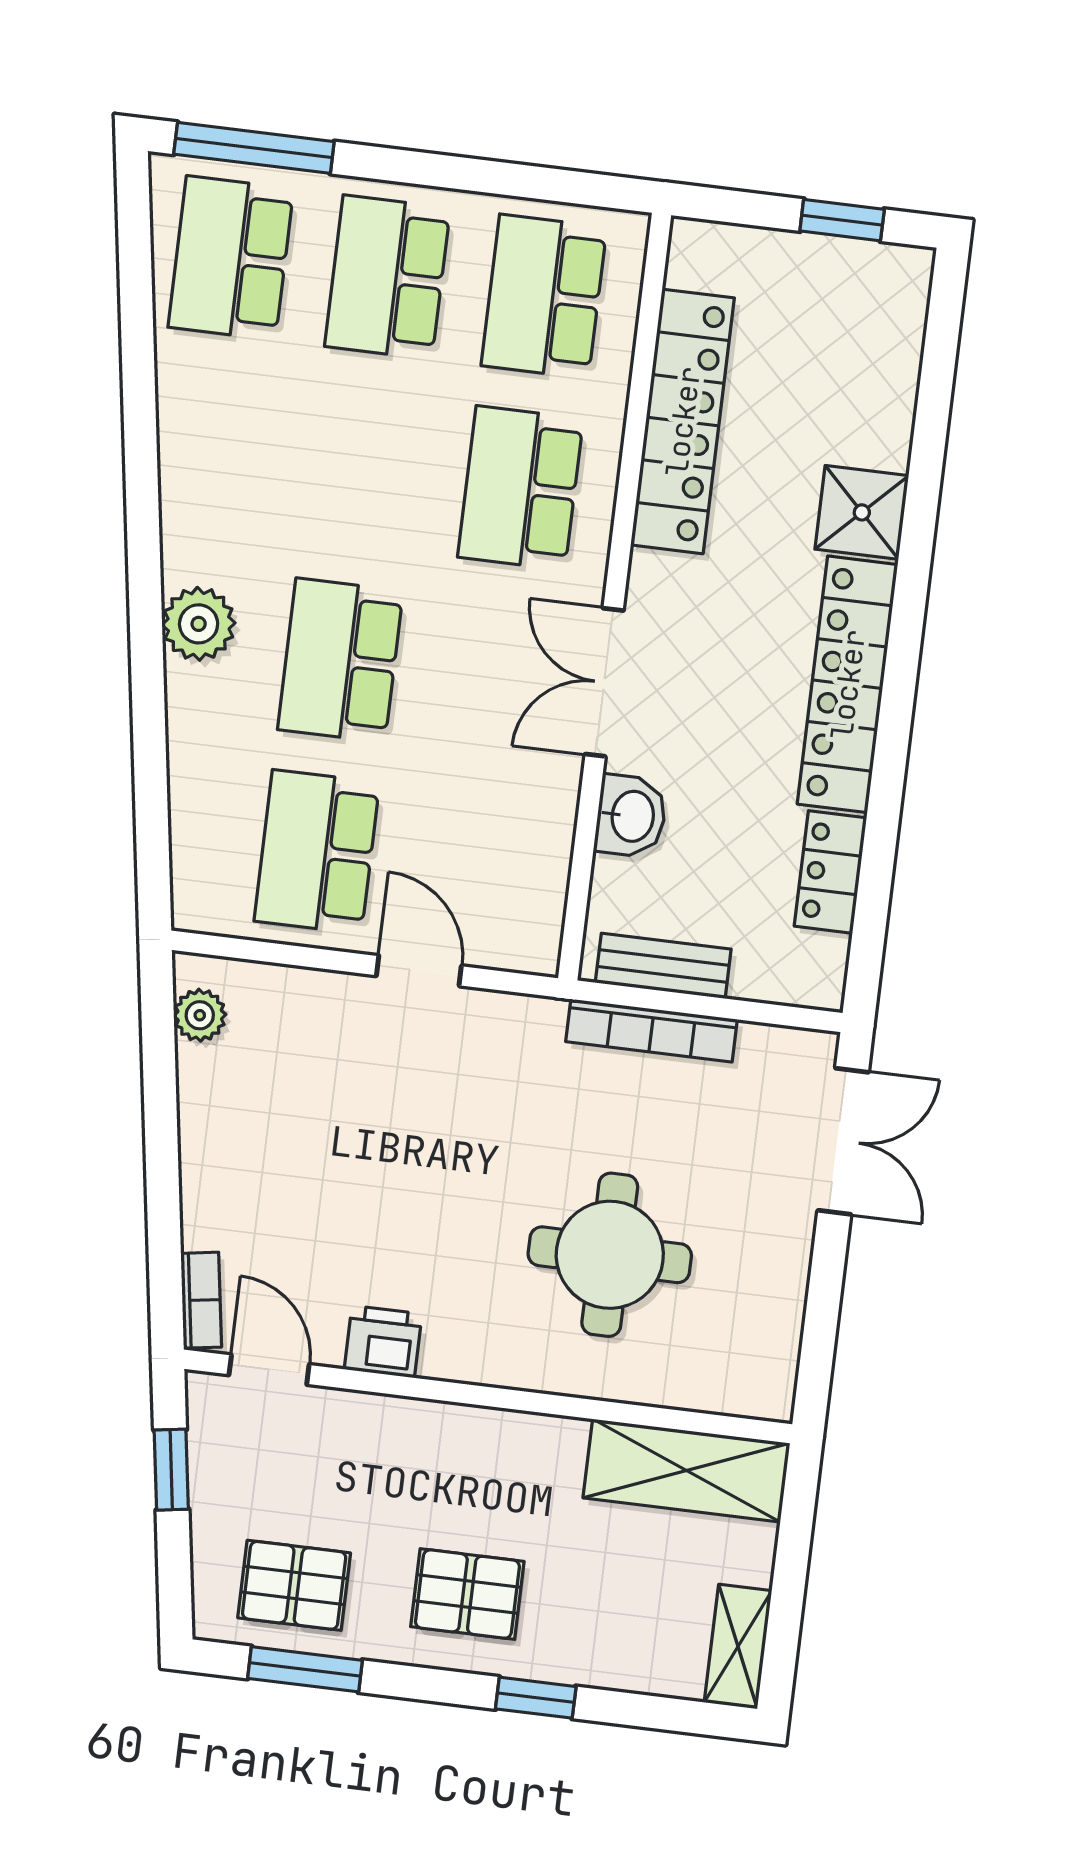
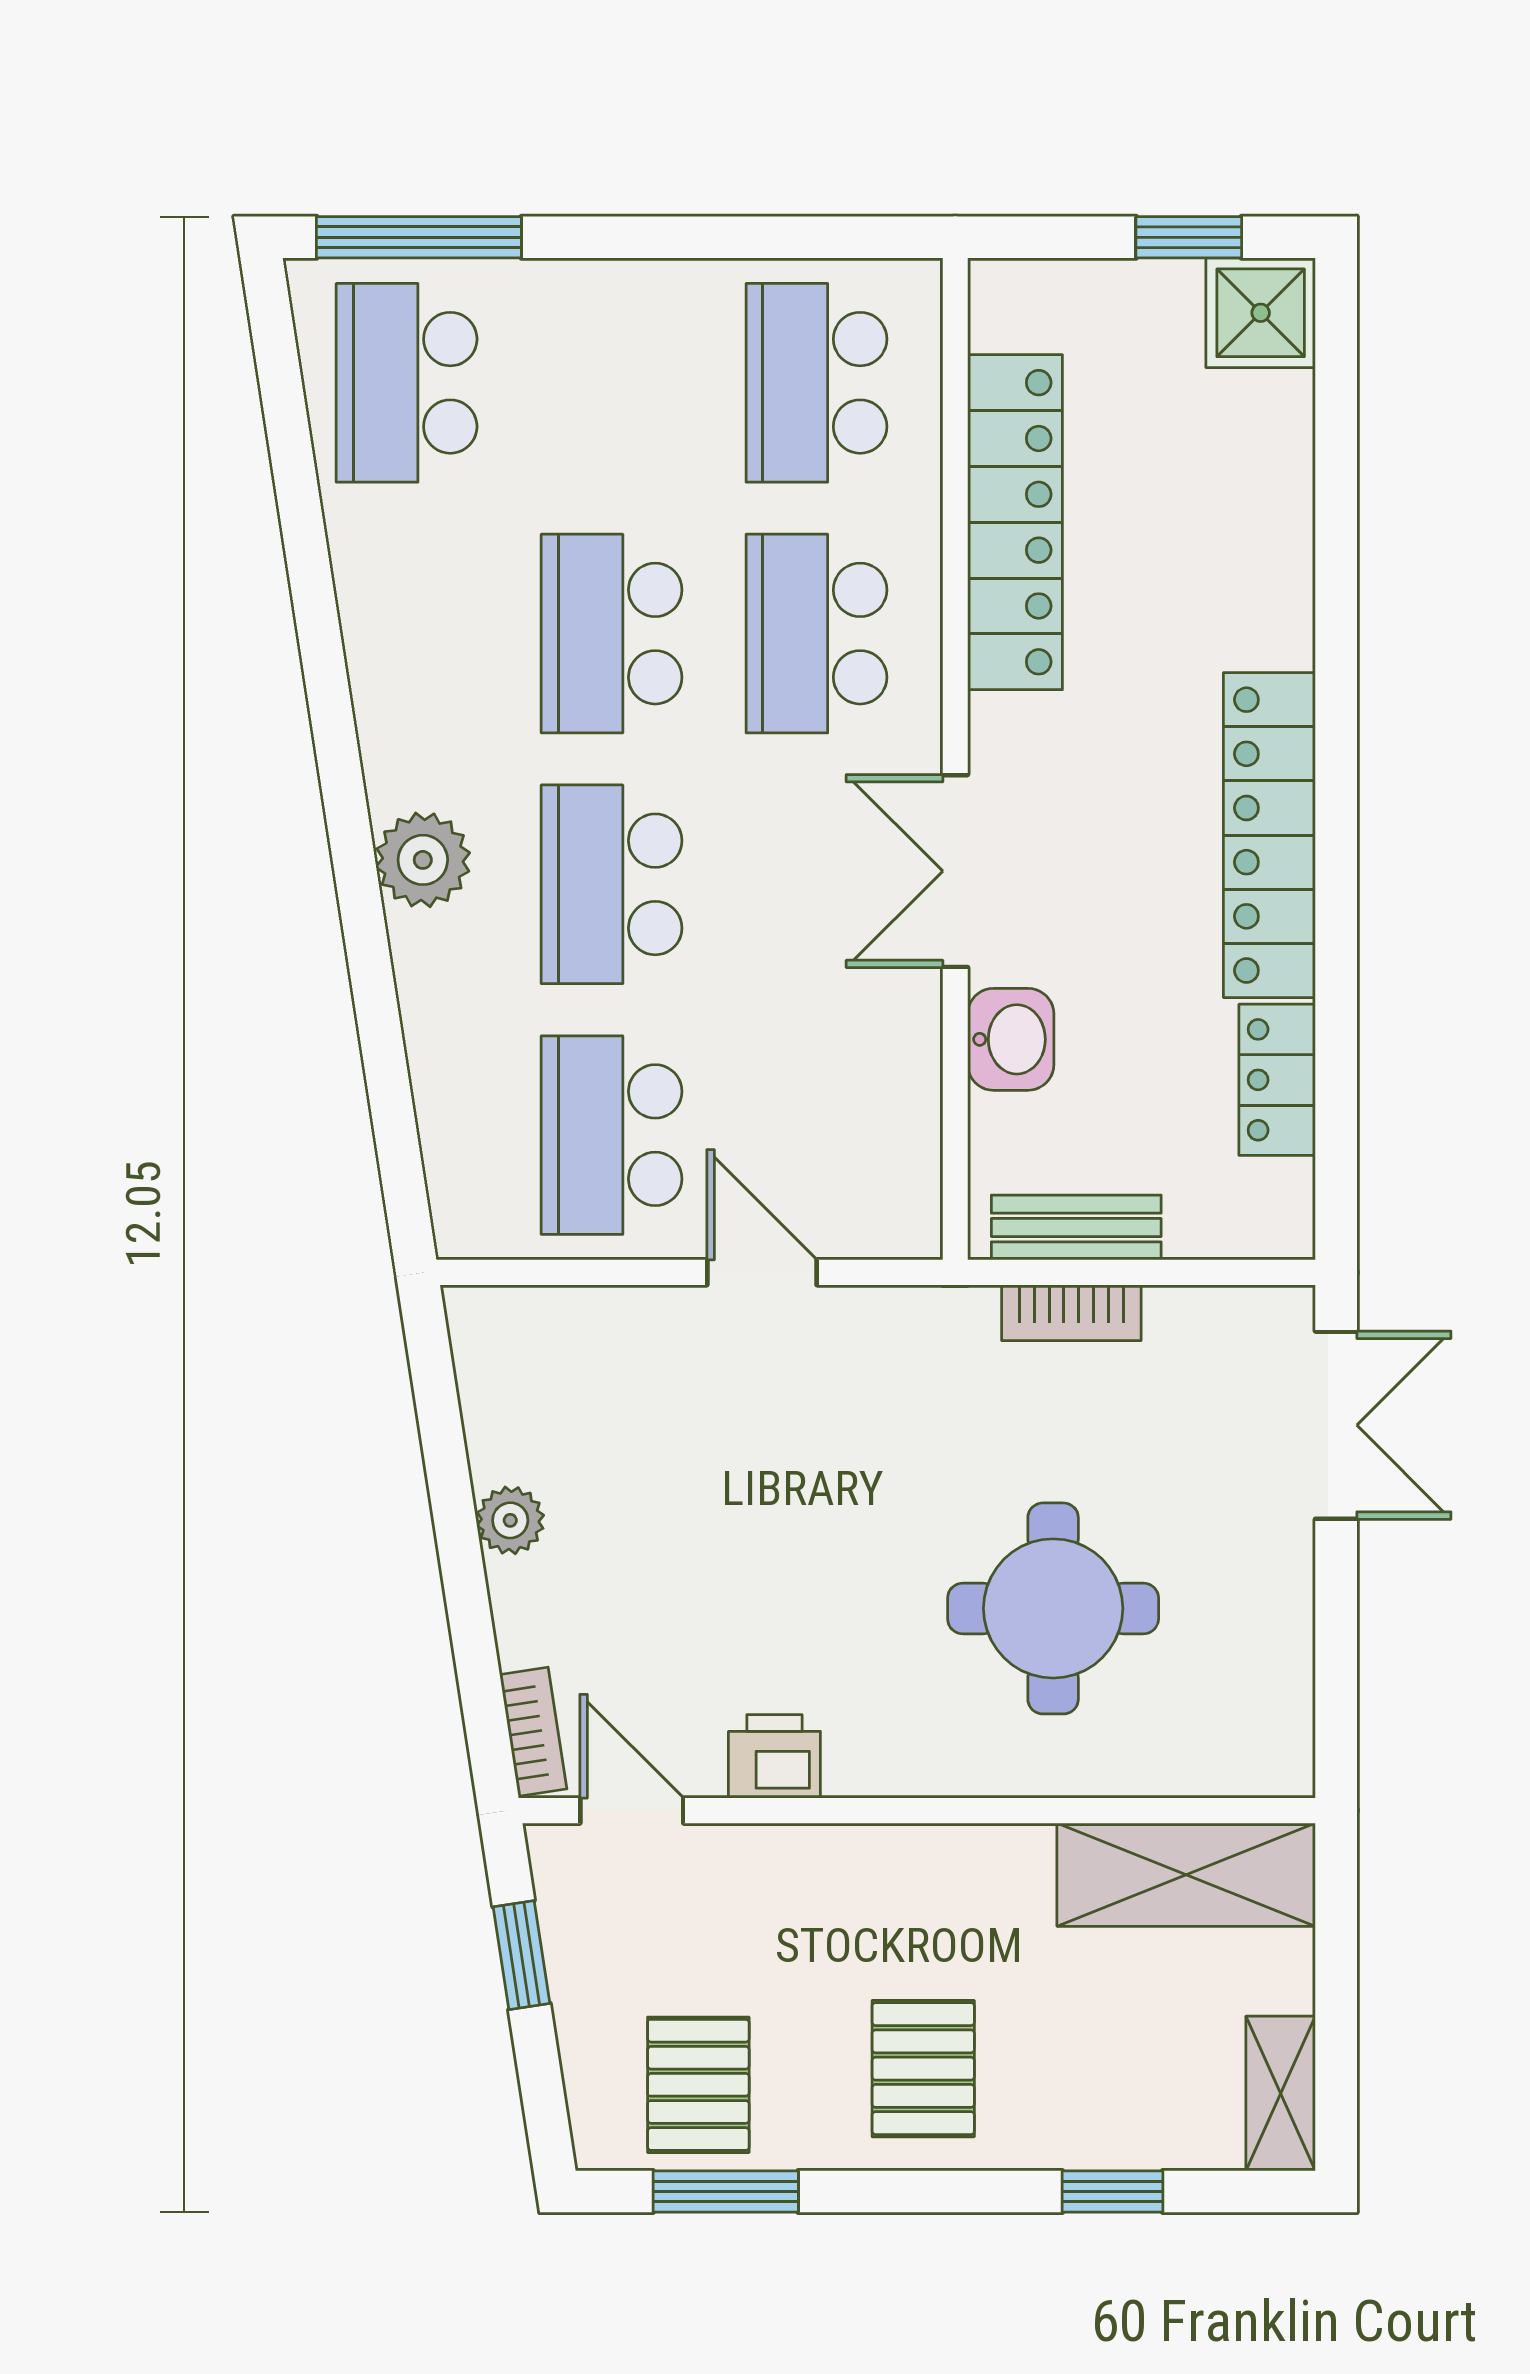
school desk: (387, 277) -> (612, 634), moved
shower: (862, 512) -> (1261, 313), moved
plant: (200, 1015) -> (510, 1520), moved
bookcase: (651, 1031) -> (1071, 1313), width x0.64
pallet: (294, 1585) -> (698, 2085), turned 90
pallet: (467, 1594) -> (923, 2069), turned 90
window: (536, 1698) -> (1113, 2191), moved

